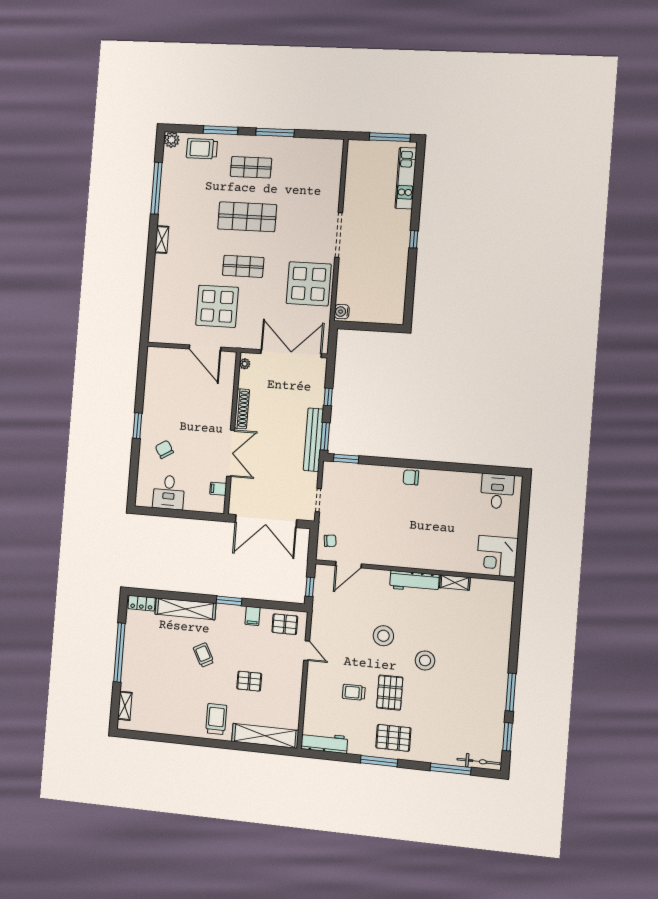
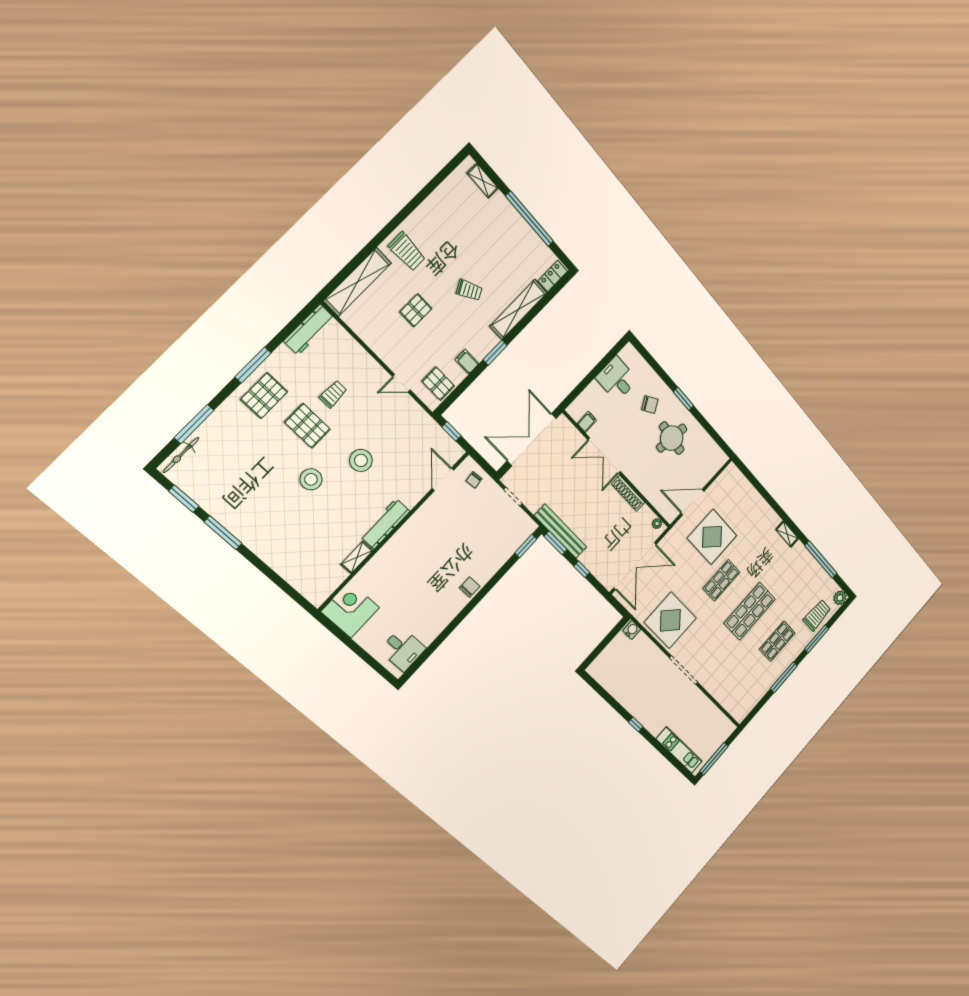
round table: (173, 409) -> (672, 438), added
pallet: (285, 624) -> (438, 384), turned 90

